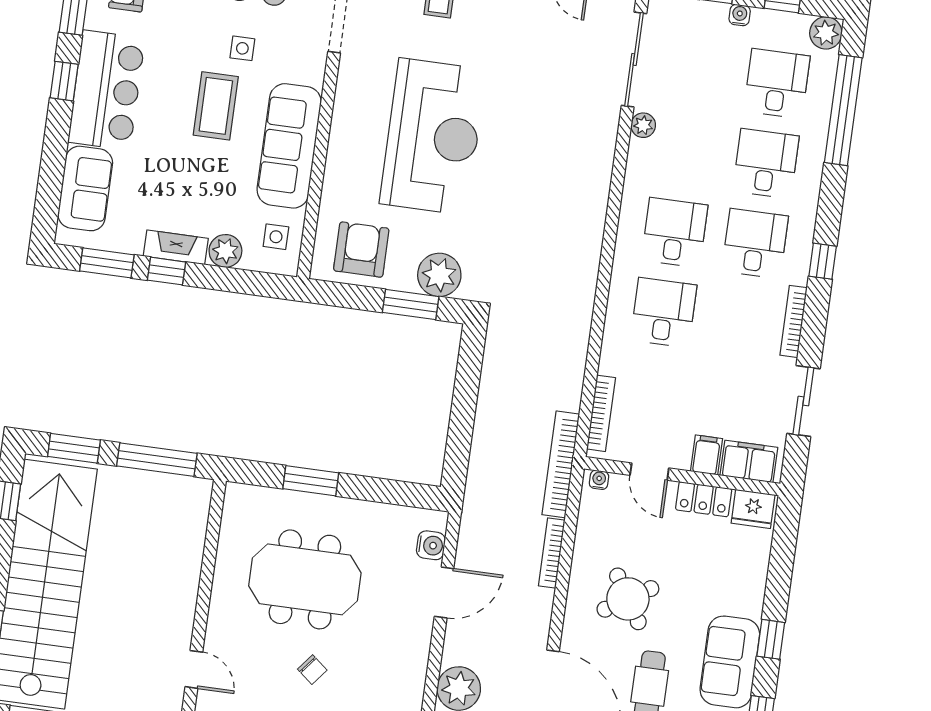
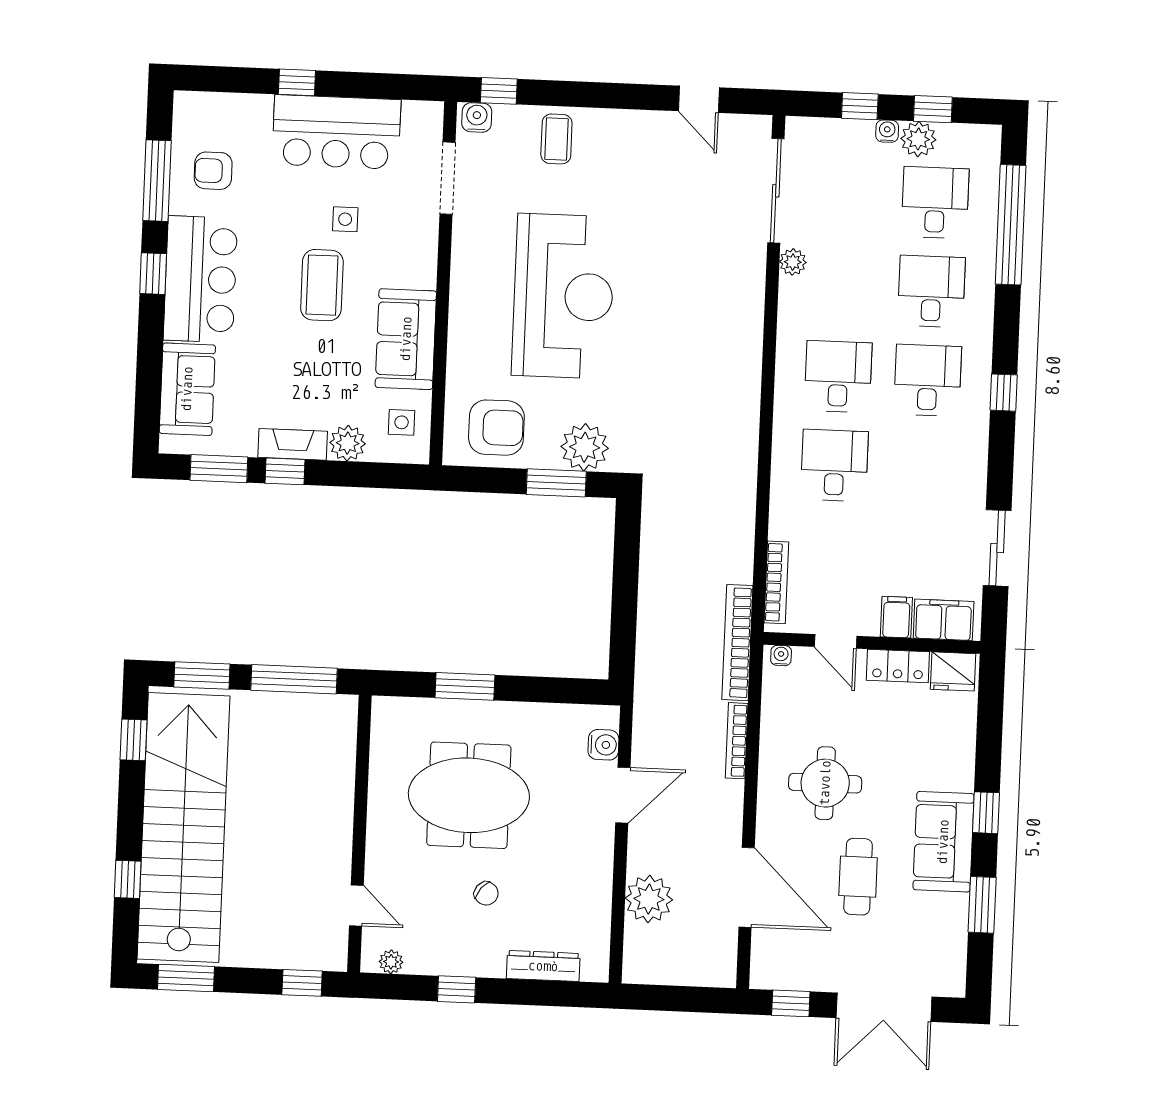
plant: (826, 33) -> (918, 139), moved
sofa: (289, 146) -> (406, 339), width x0.73
armchair: (361, 250) -> (496, 428), turned 90
bookcase: (794, 321) -> (978, 462), removed
round table: (628, 599) -> (825, 783), turned 32

